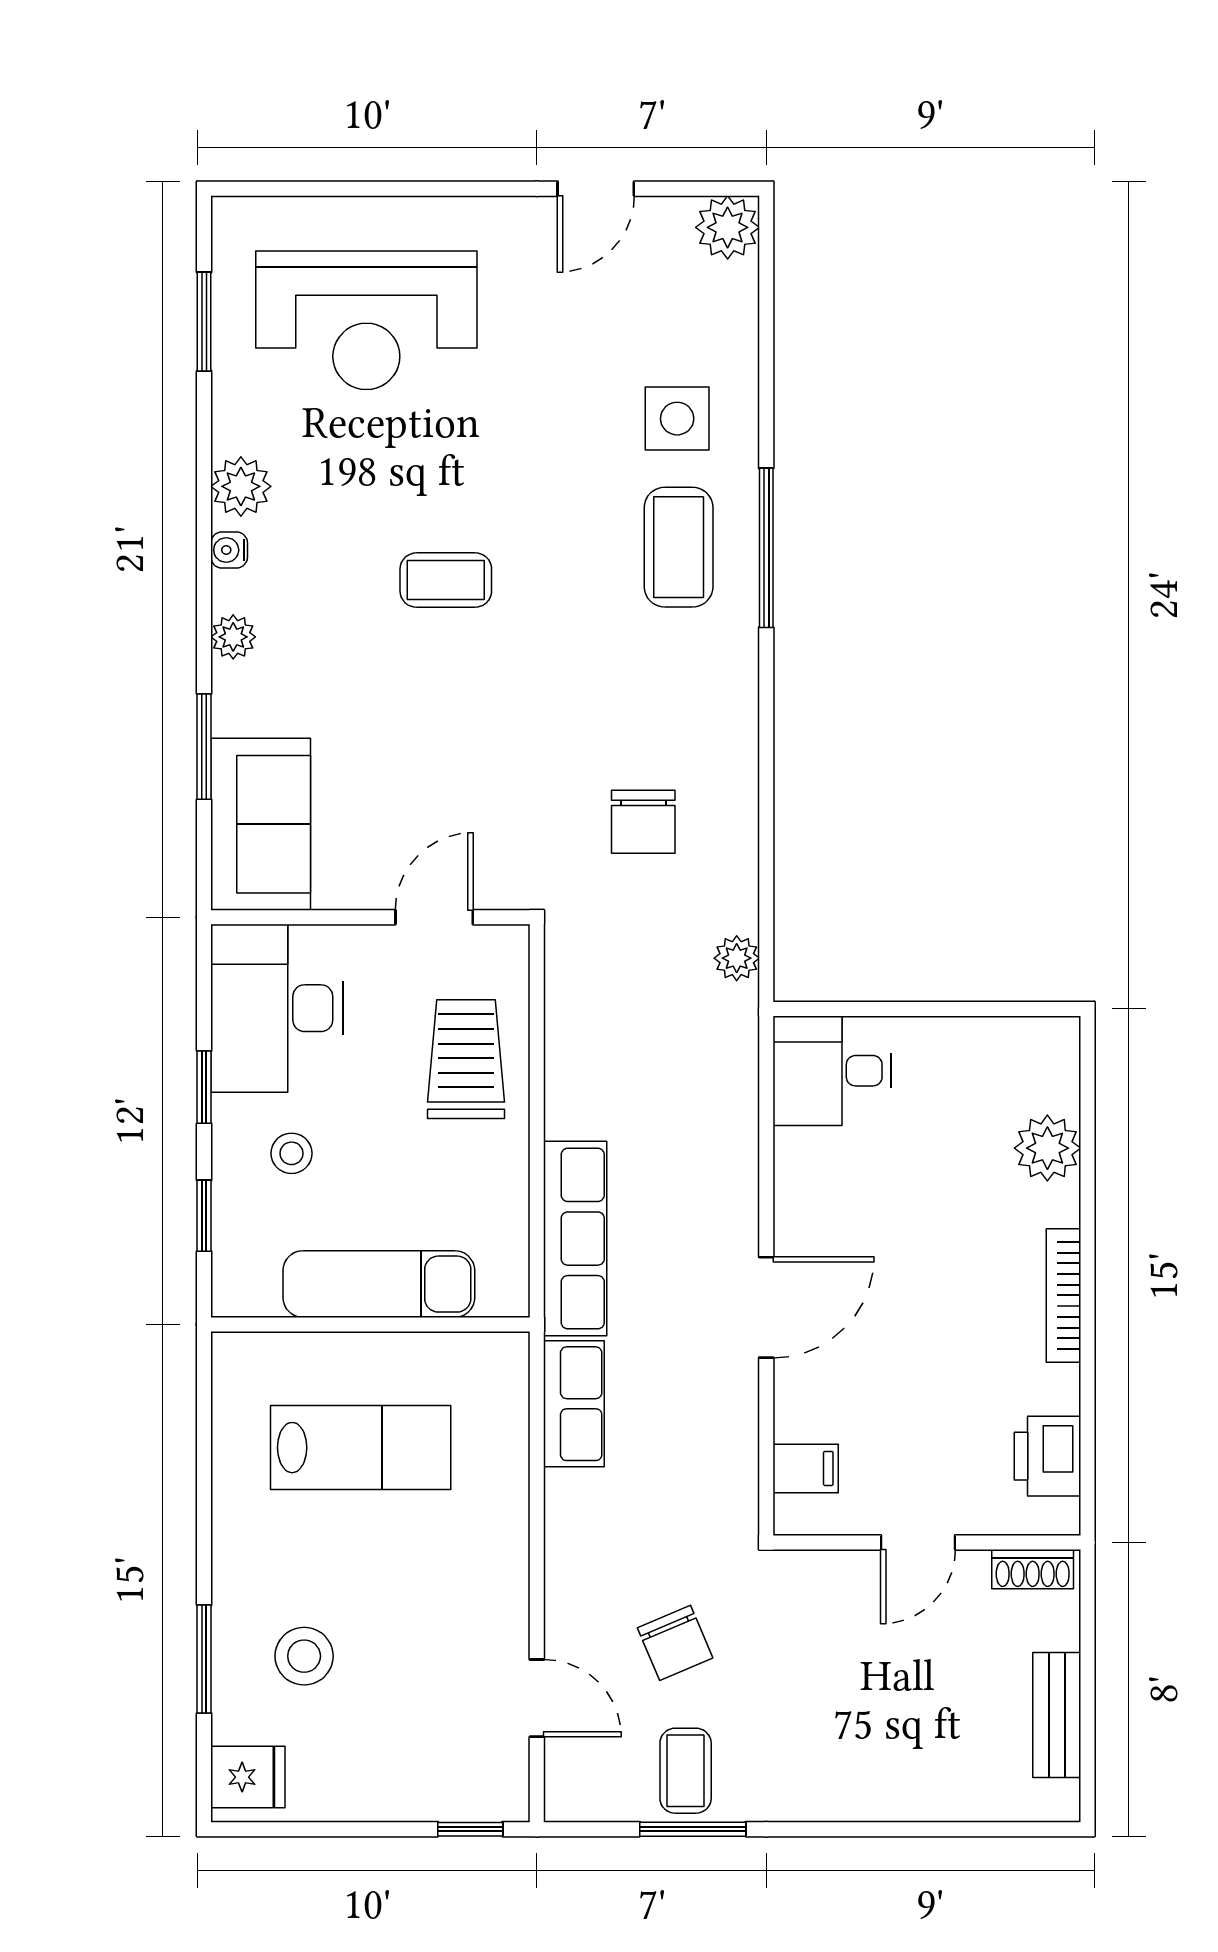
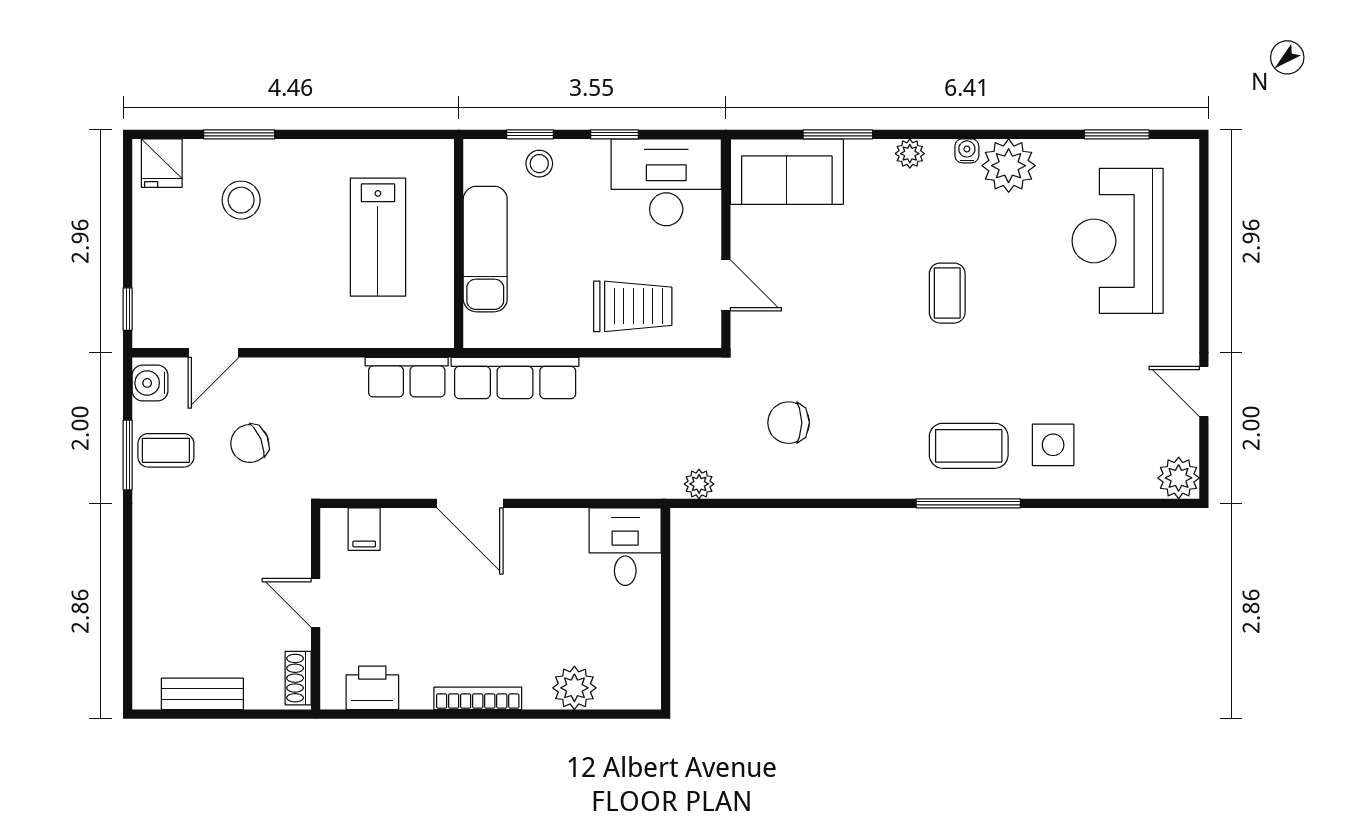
plant: (241, 486) -> (1009, 166), width x1.36, depth x1.36
stool: (292, 1153) -> (539, 164), moved
water cooler: (583, 1795) -> (150, 383), added

